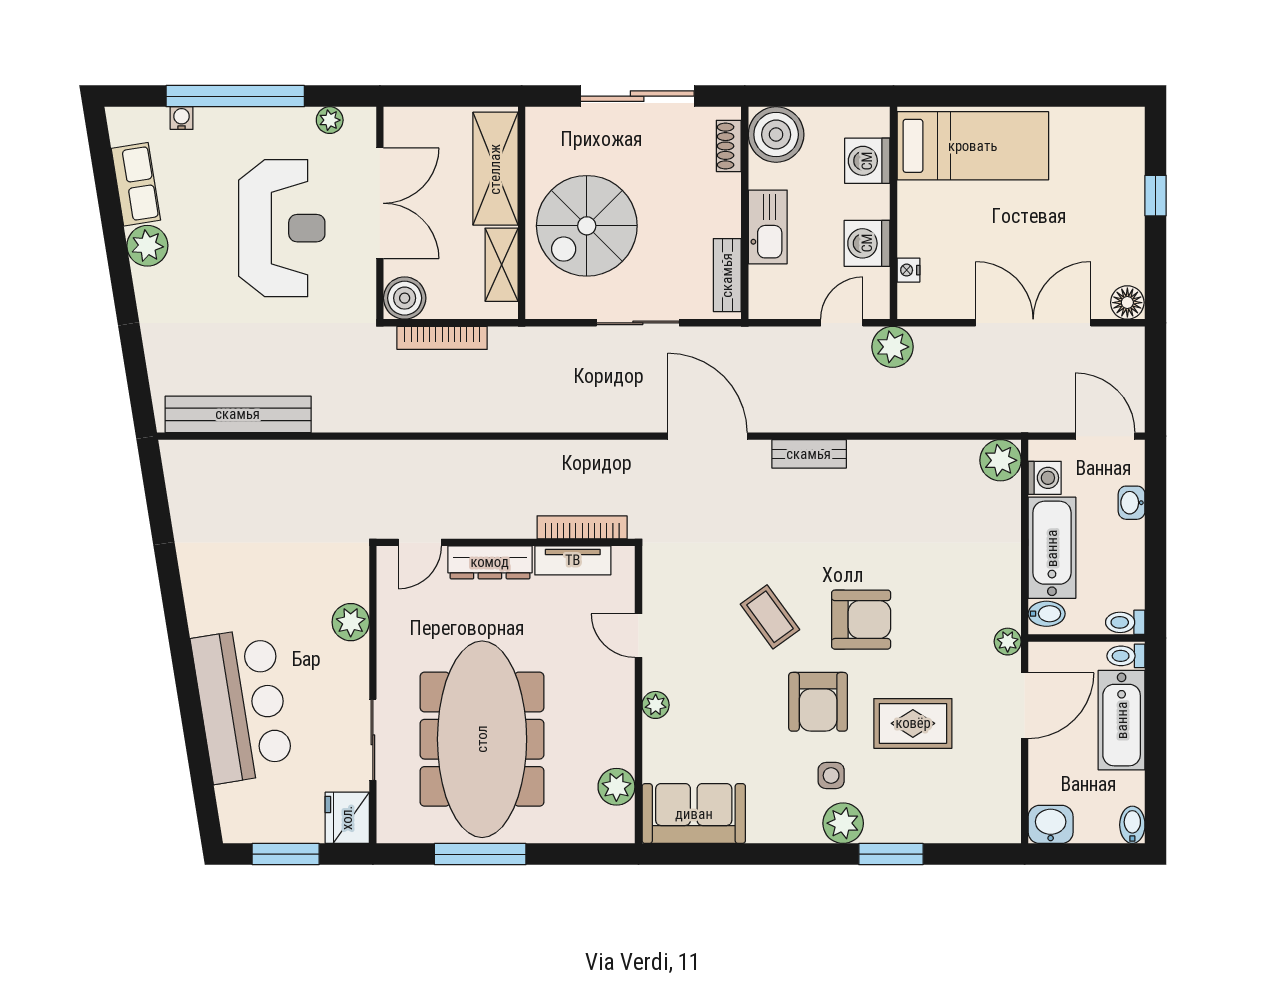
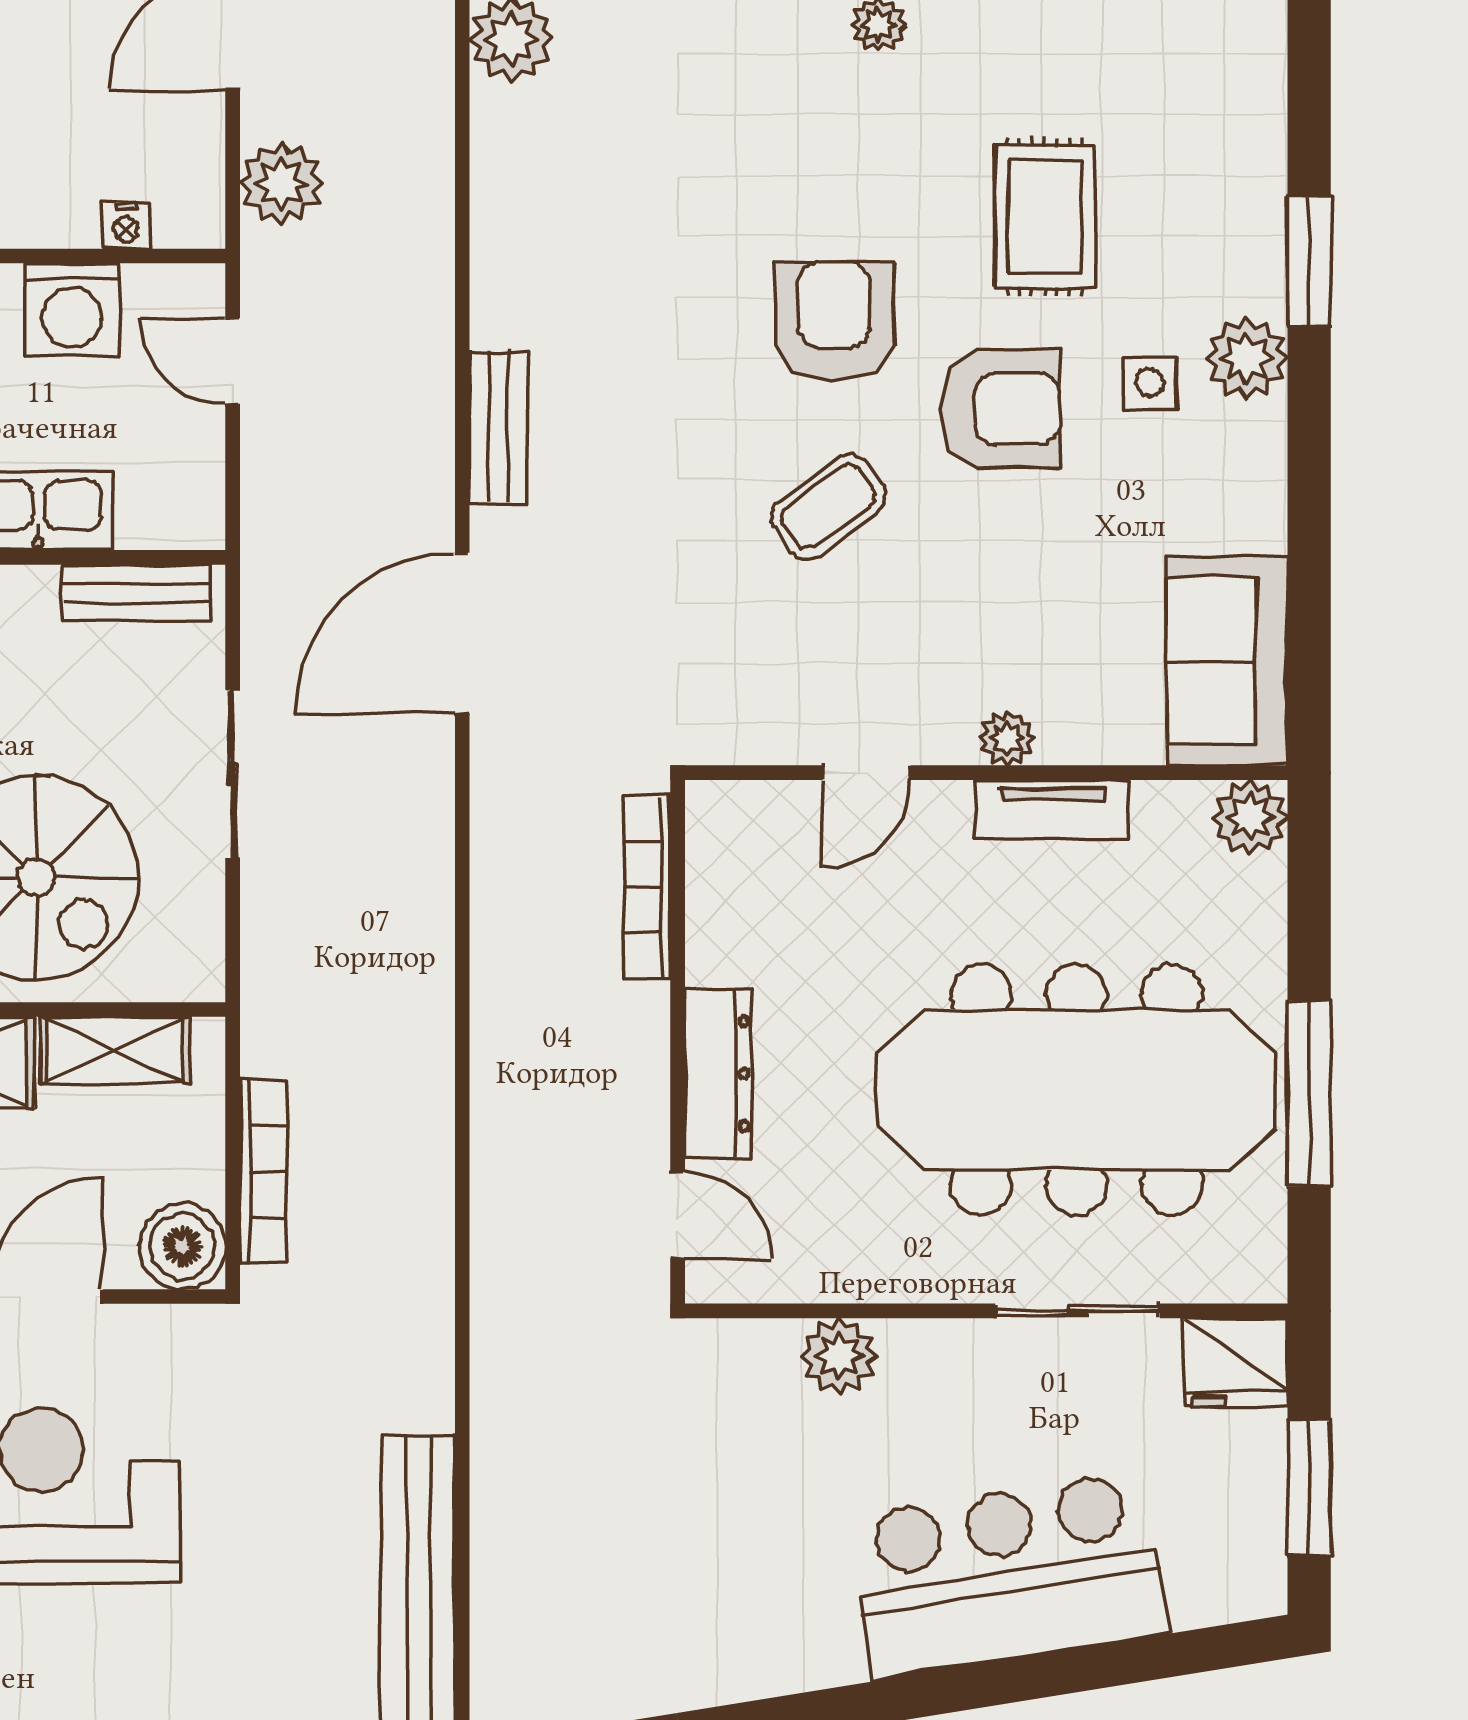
plant: (893, 347) -> (281, 183), moved
tv unit: (573, 560) -> (1053, 809), moved, turned 90
plant: (616, 787) -> (1250, 817), moved

